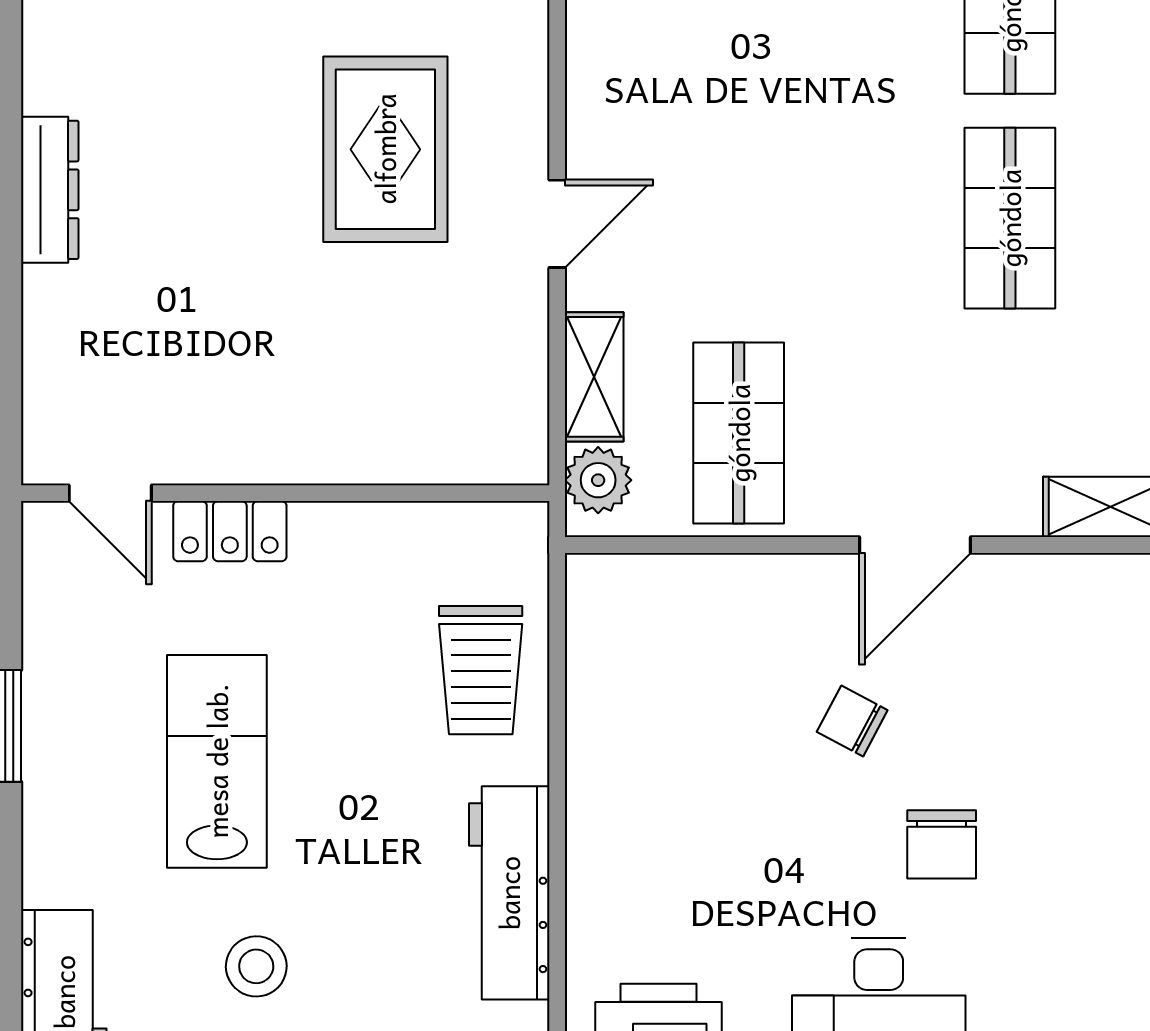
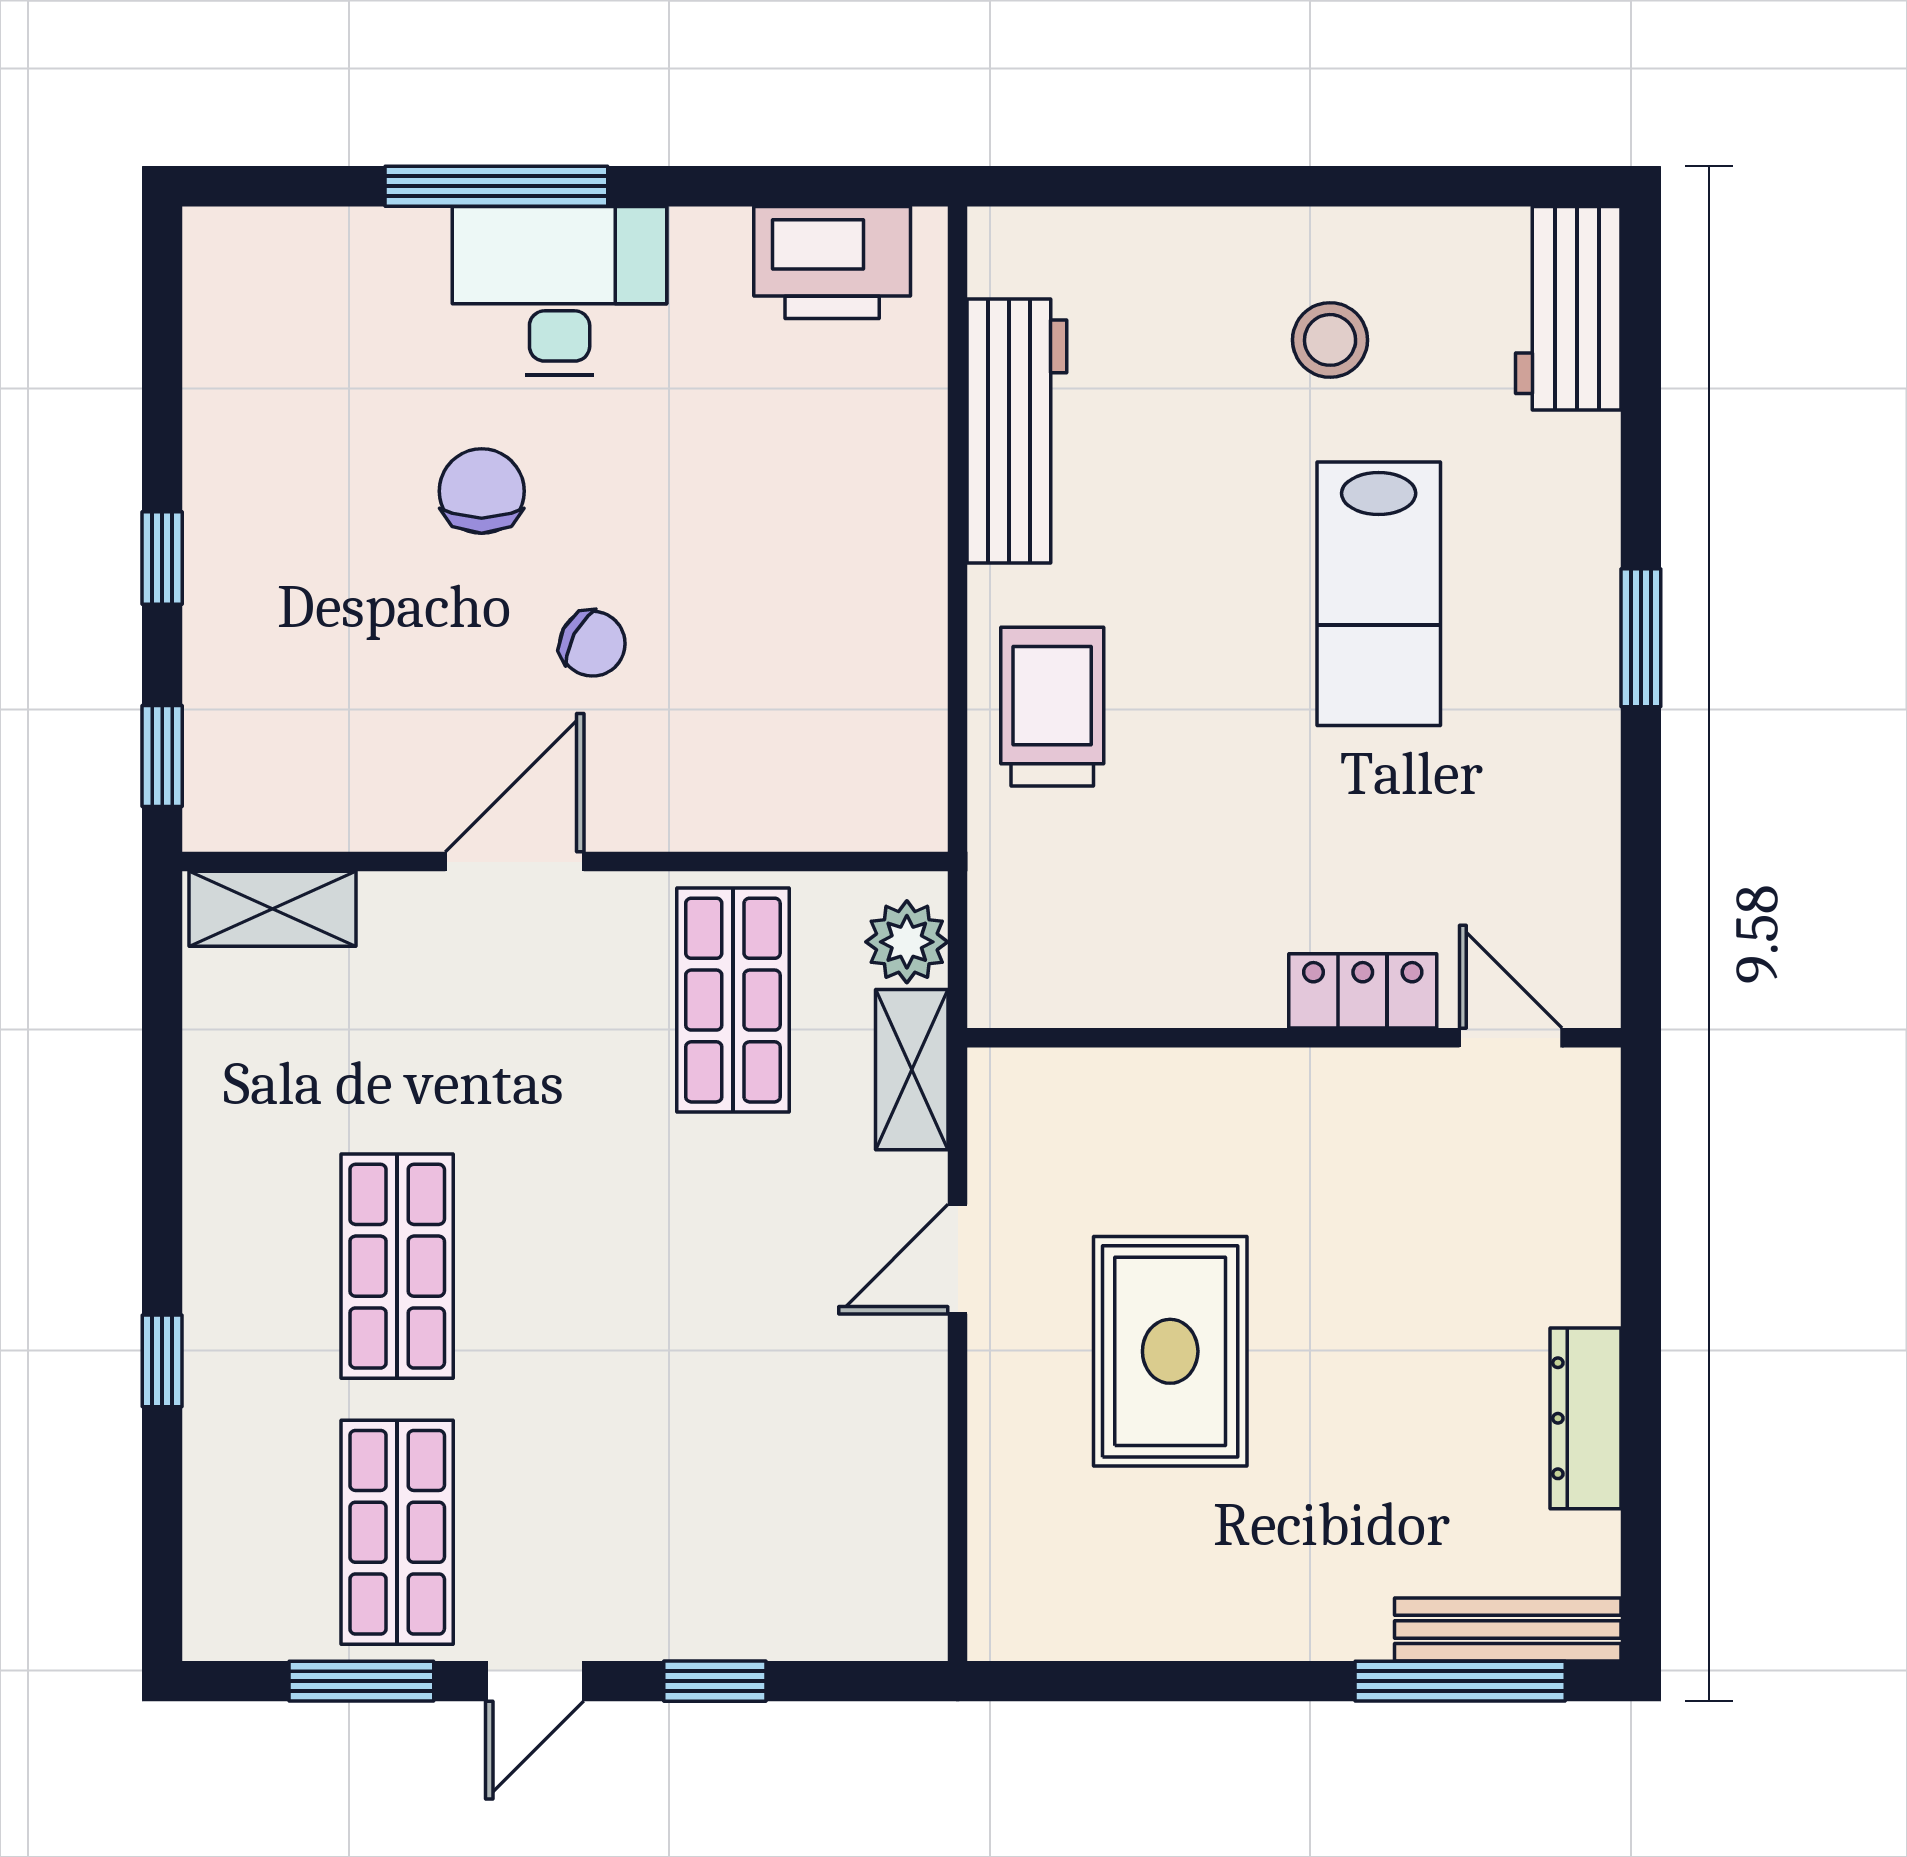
dresser: (50, 190) -> (1586, 1418), moved
door: (110, 493) -> (1511, 1038), moved
wall: (285, 493) -> (1294, 1038), moved
locker: (230, 531) -> (1363, 991), moved

